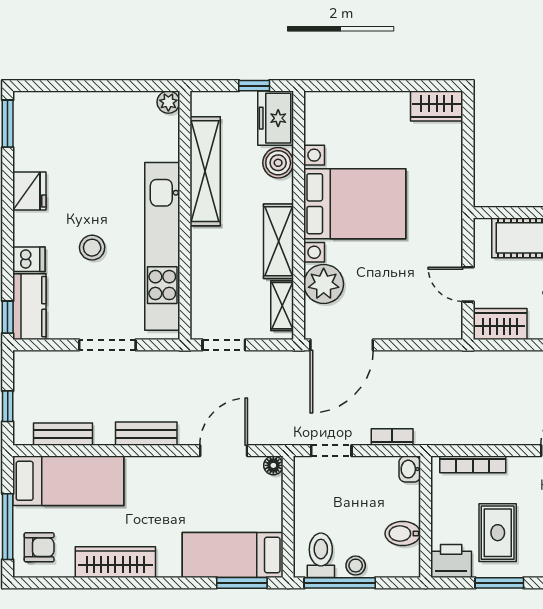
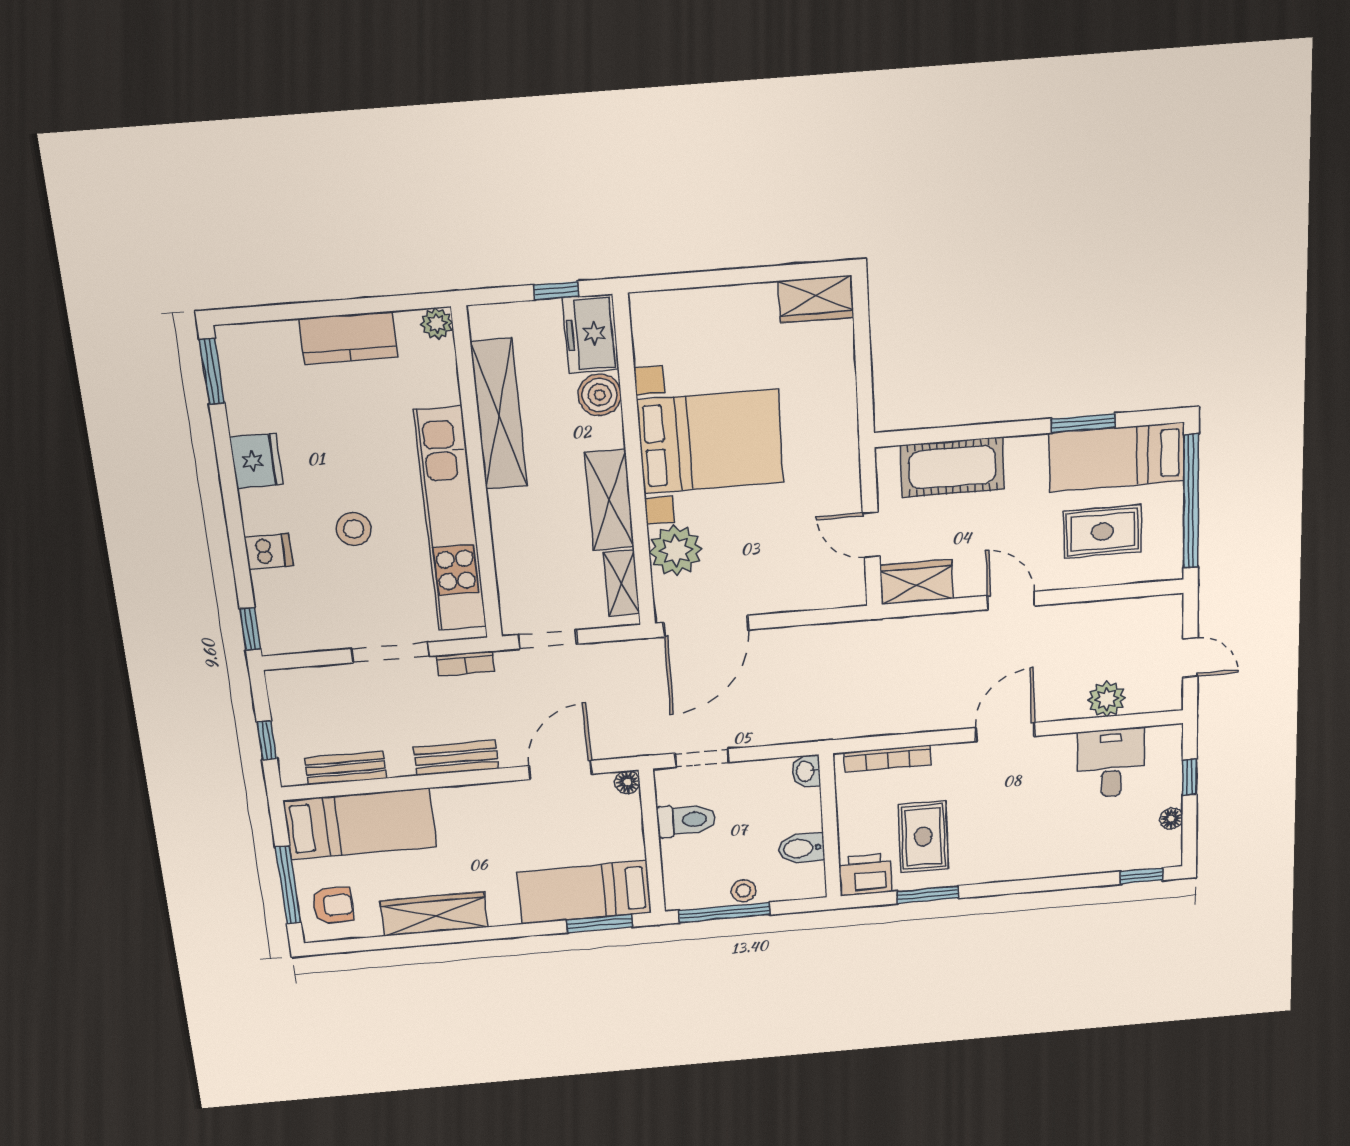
kitchen counter: (29, 307) -> (348, 338), moved, turned 90
bookcase: (392, 437) -> (465, 664), moved, turned 180
toilet: (321, 555) -> (686, 820), moved, turned 90

